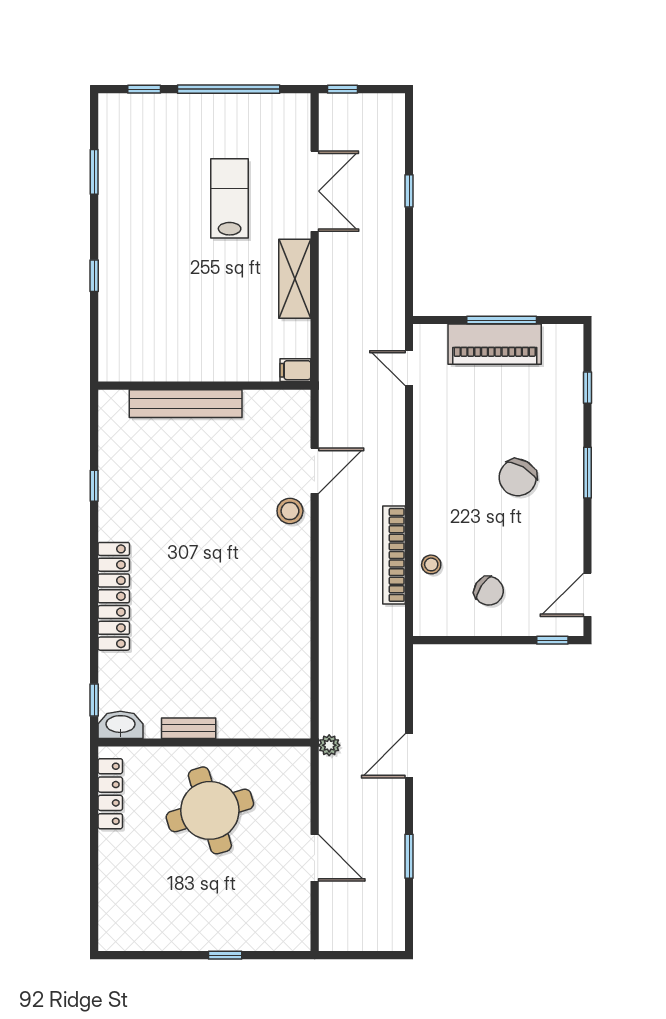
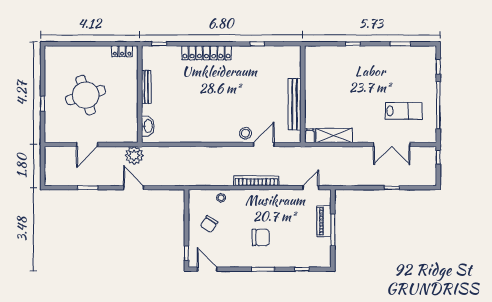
lab bench: (230, 198) -> (404, 111), moved
shelving: (295, 279) -> (334, 135), moved
piano: (495, 344) -> (324, 221), width x0.73, depth x0.75
bench: (186, 404) -> (295, 104), moved
door: (315, 471) -> (264, 145), swing flipped
chair: (518, 477) -> (261, 237), turned 150
bookcase: (394, 555) -> (256, 181), moved
washbasin: (120, 725) -> (148, 126), moved
bench: (189, 728) -> (146, 87), width x1.36
plant: (329, 745) -> (134, 155), width x1.87, depth x1.87
locker: (110, 794) -> (122, 51), width x0.66
round table: (210, 810) -> (86, 95), moved

